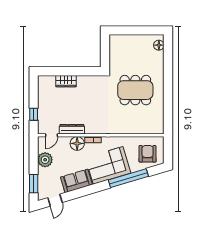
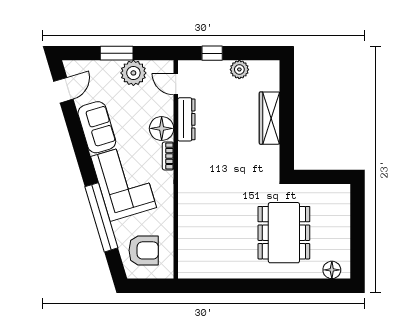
wardrobe: (66, 81) -> (270, 118), width x1.50
dining table: (135, 90) -> (284, 233), moved
plant: (43, 99) -> (239, 69), added
window: (34, 184) -> (117, 53), moved
door: (55, 200) -> (63, 90), swing flipped

